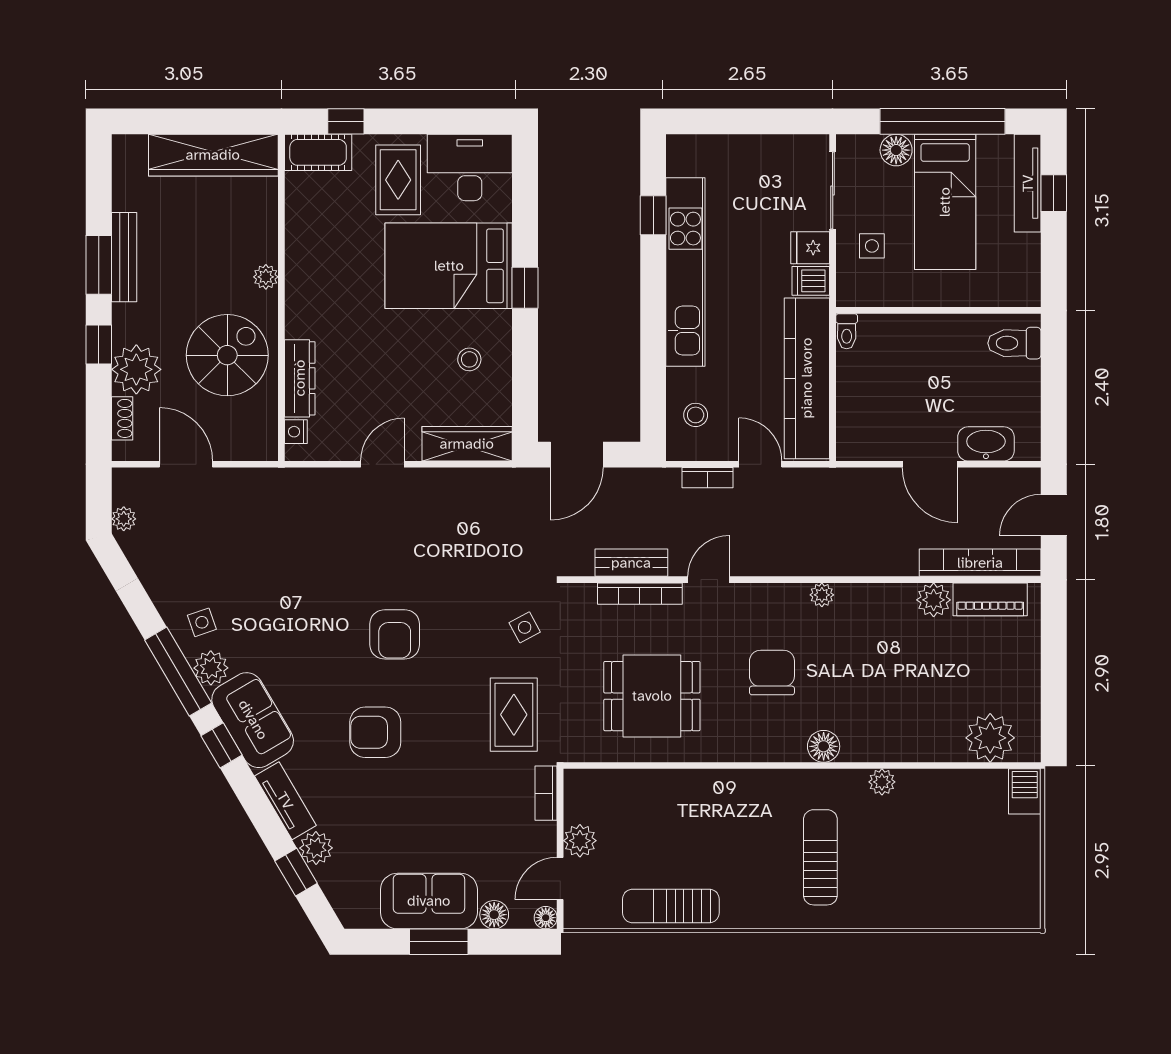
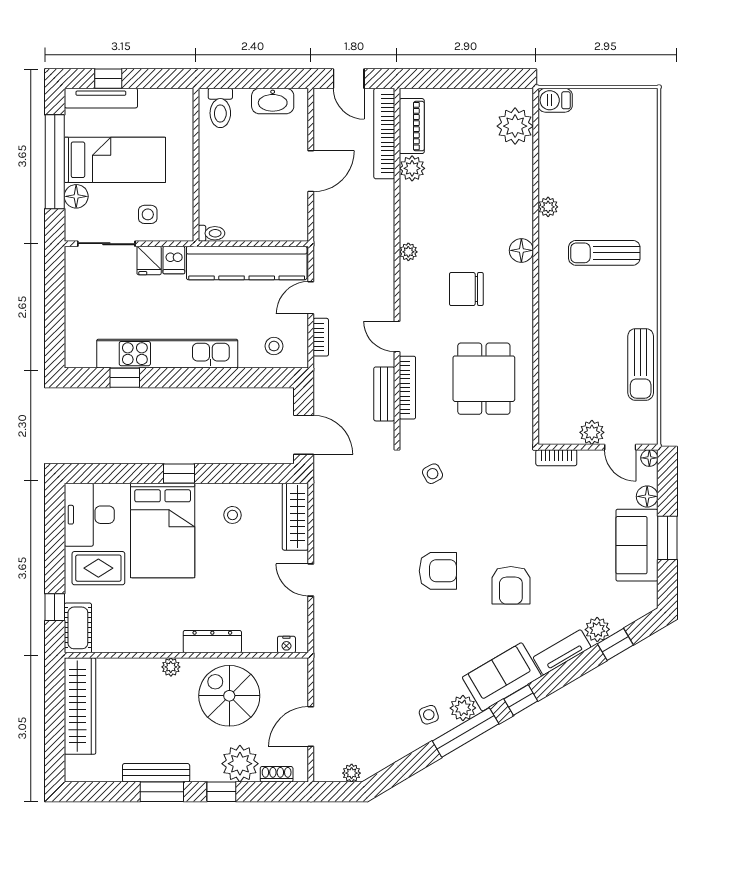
dresser: (300, 378) -> (212, 642), moved
washbasin: (986, 444) -> (273, 101), moved, turned -90
rug: (514, 715) -> (498, 482), removed

